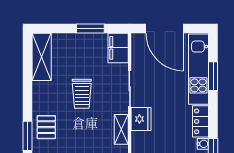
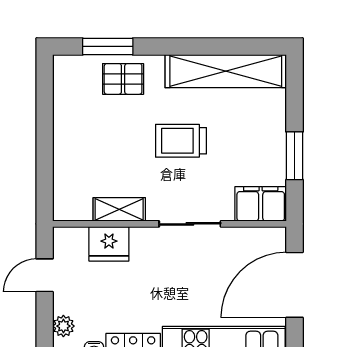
shelving: (42, 57) -> (226, 71), width x1.47
fridge: (141, 119) -> (109, 244), moved

